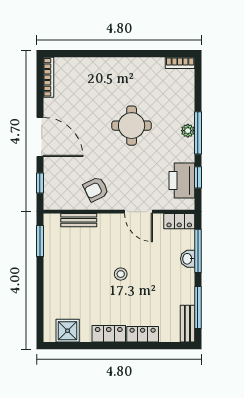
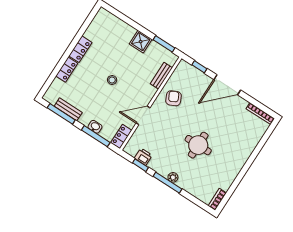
printer: (182, 181) -> (143, 157), width x0.53, depth x0.68
bench: (187, 324) -> (68, 109), moved
shower: (68, 331) -> (141, 42), moved

